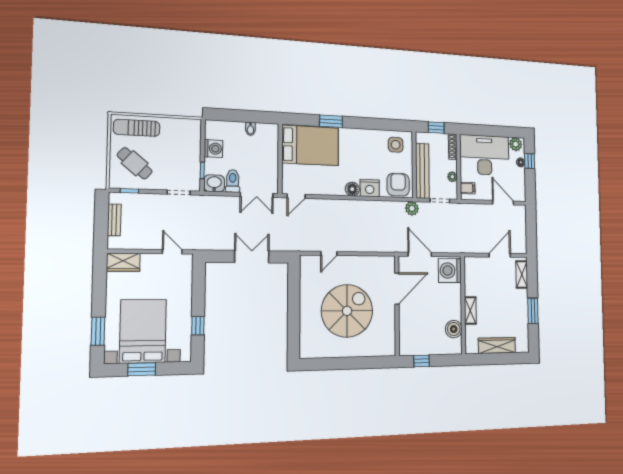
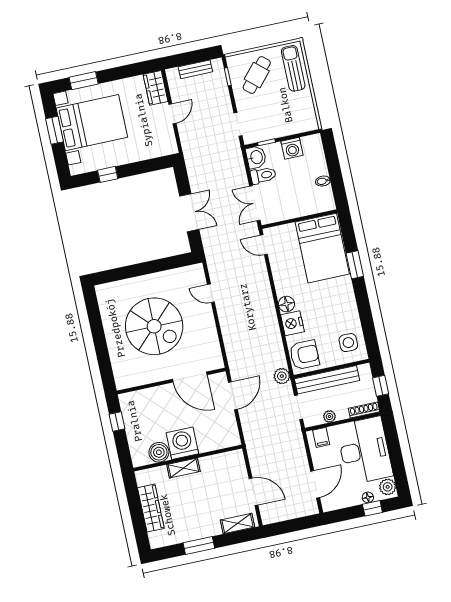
door: (172, 252) -> (172, 114), moved
washing machine: (450, 270) -> (182, 443), moved

